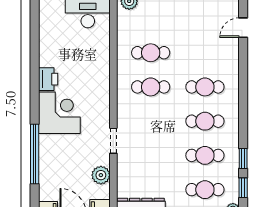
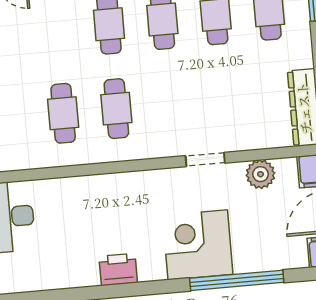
corner desk: (59, 113) -> (198, 245), moved

